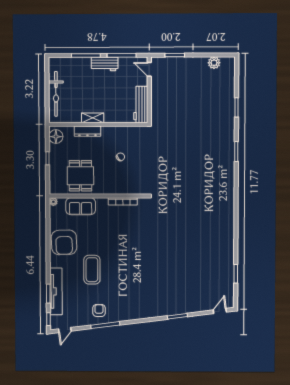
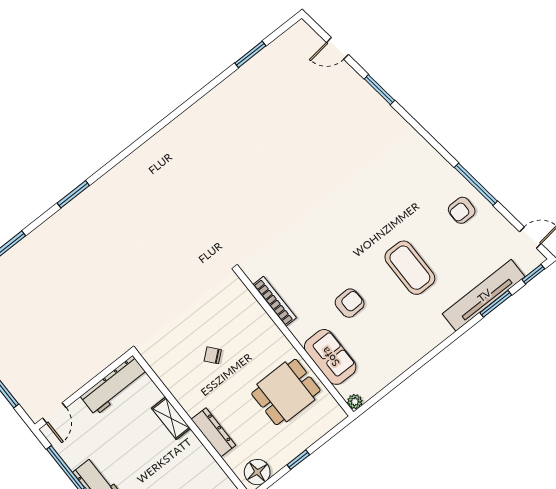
shelving: (93, 118) -> (171, 418), moved
armchair: (64, 242) -> (350, 303), moved, width x0.53, depth x0.53
coffee table: (92, 270) -> (410, 268), turned 90
door: (220, 311) -> (337, 48), moved

